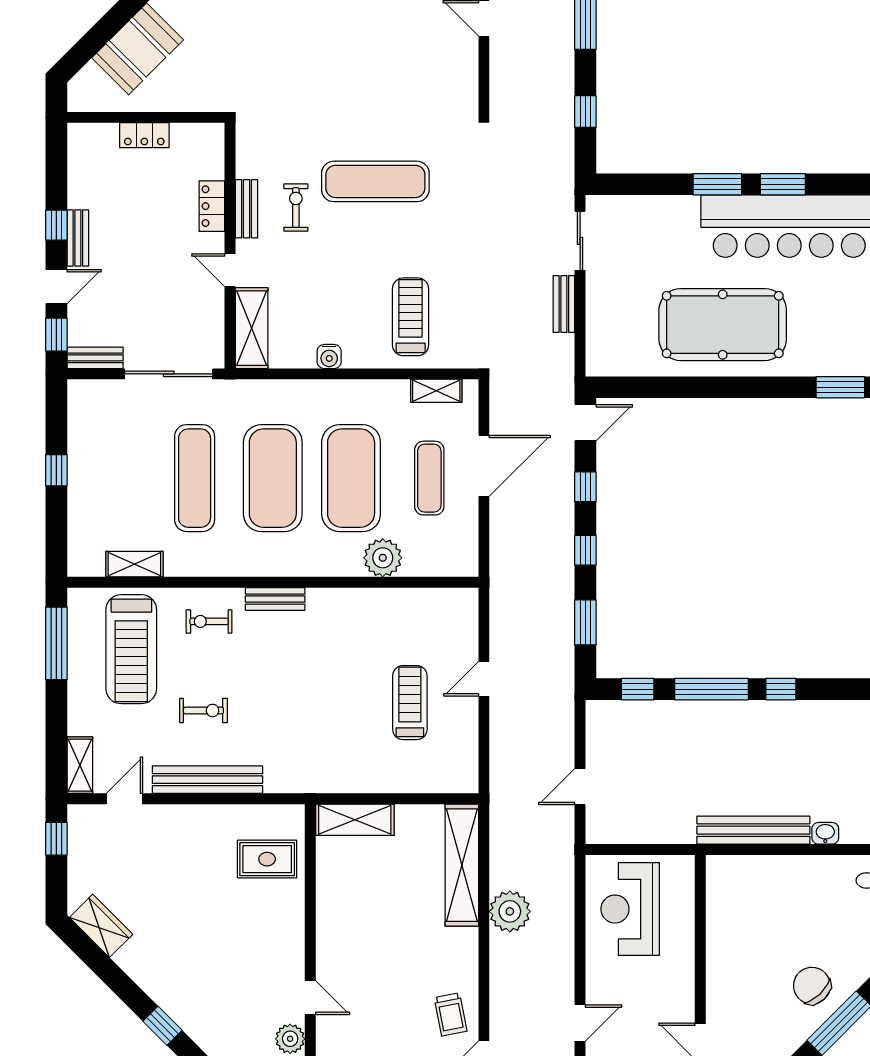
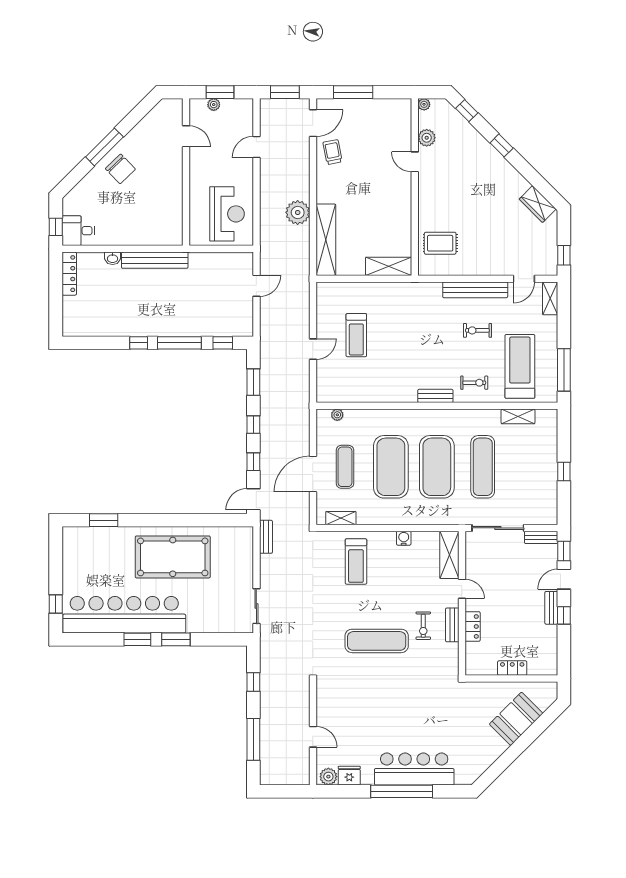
bench: (564, 304) -> (266, 537), moved
plant: (383, 558) -> (337, 415), moved, width x0.53, depth x0.53

